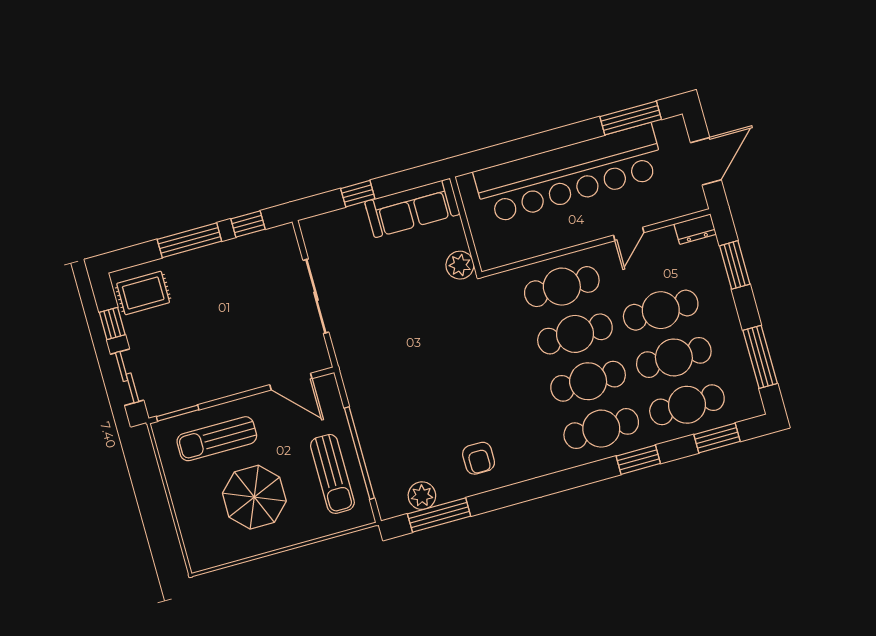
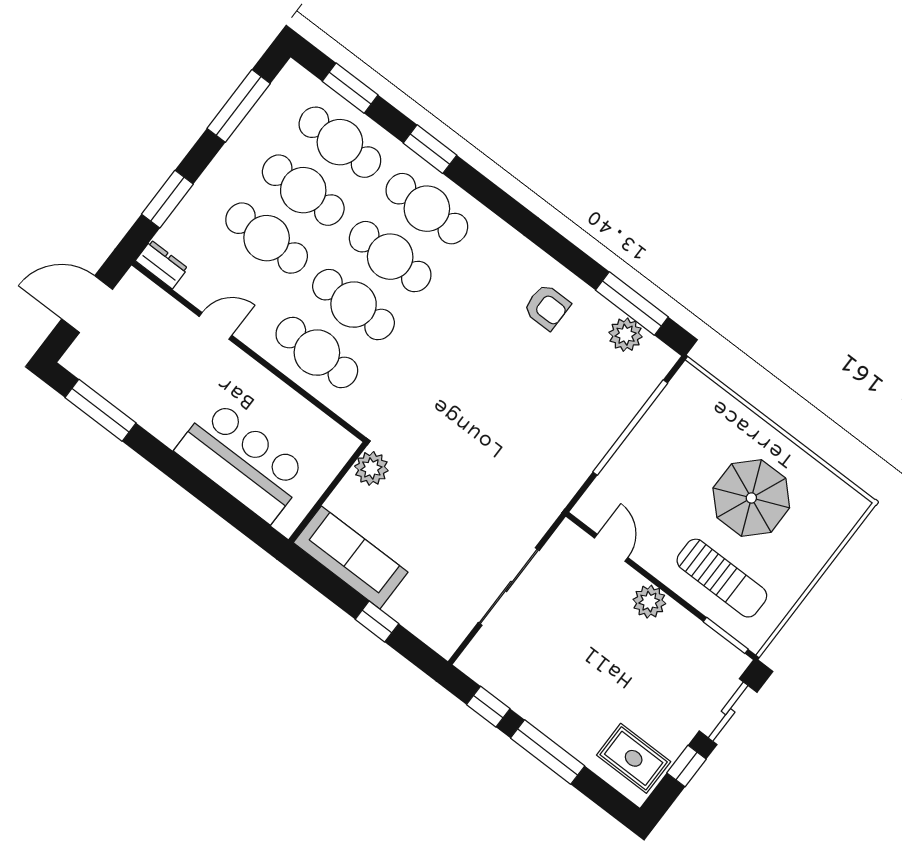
bar counter: (569, 174) -> (242, 461), width x0.54
plant: (237, 380) -> (649, 602), added
door: (291, 382) -> (611, 548), width x0.73
armchair: (479, 458) -> (547, 307), turned 90
sun lounger: (332, 474) -> (671, 439), removed

